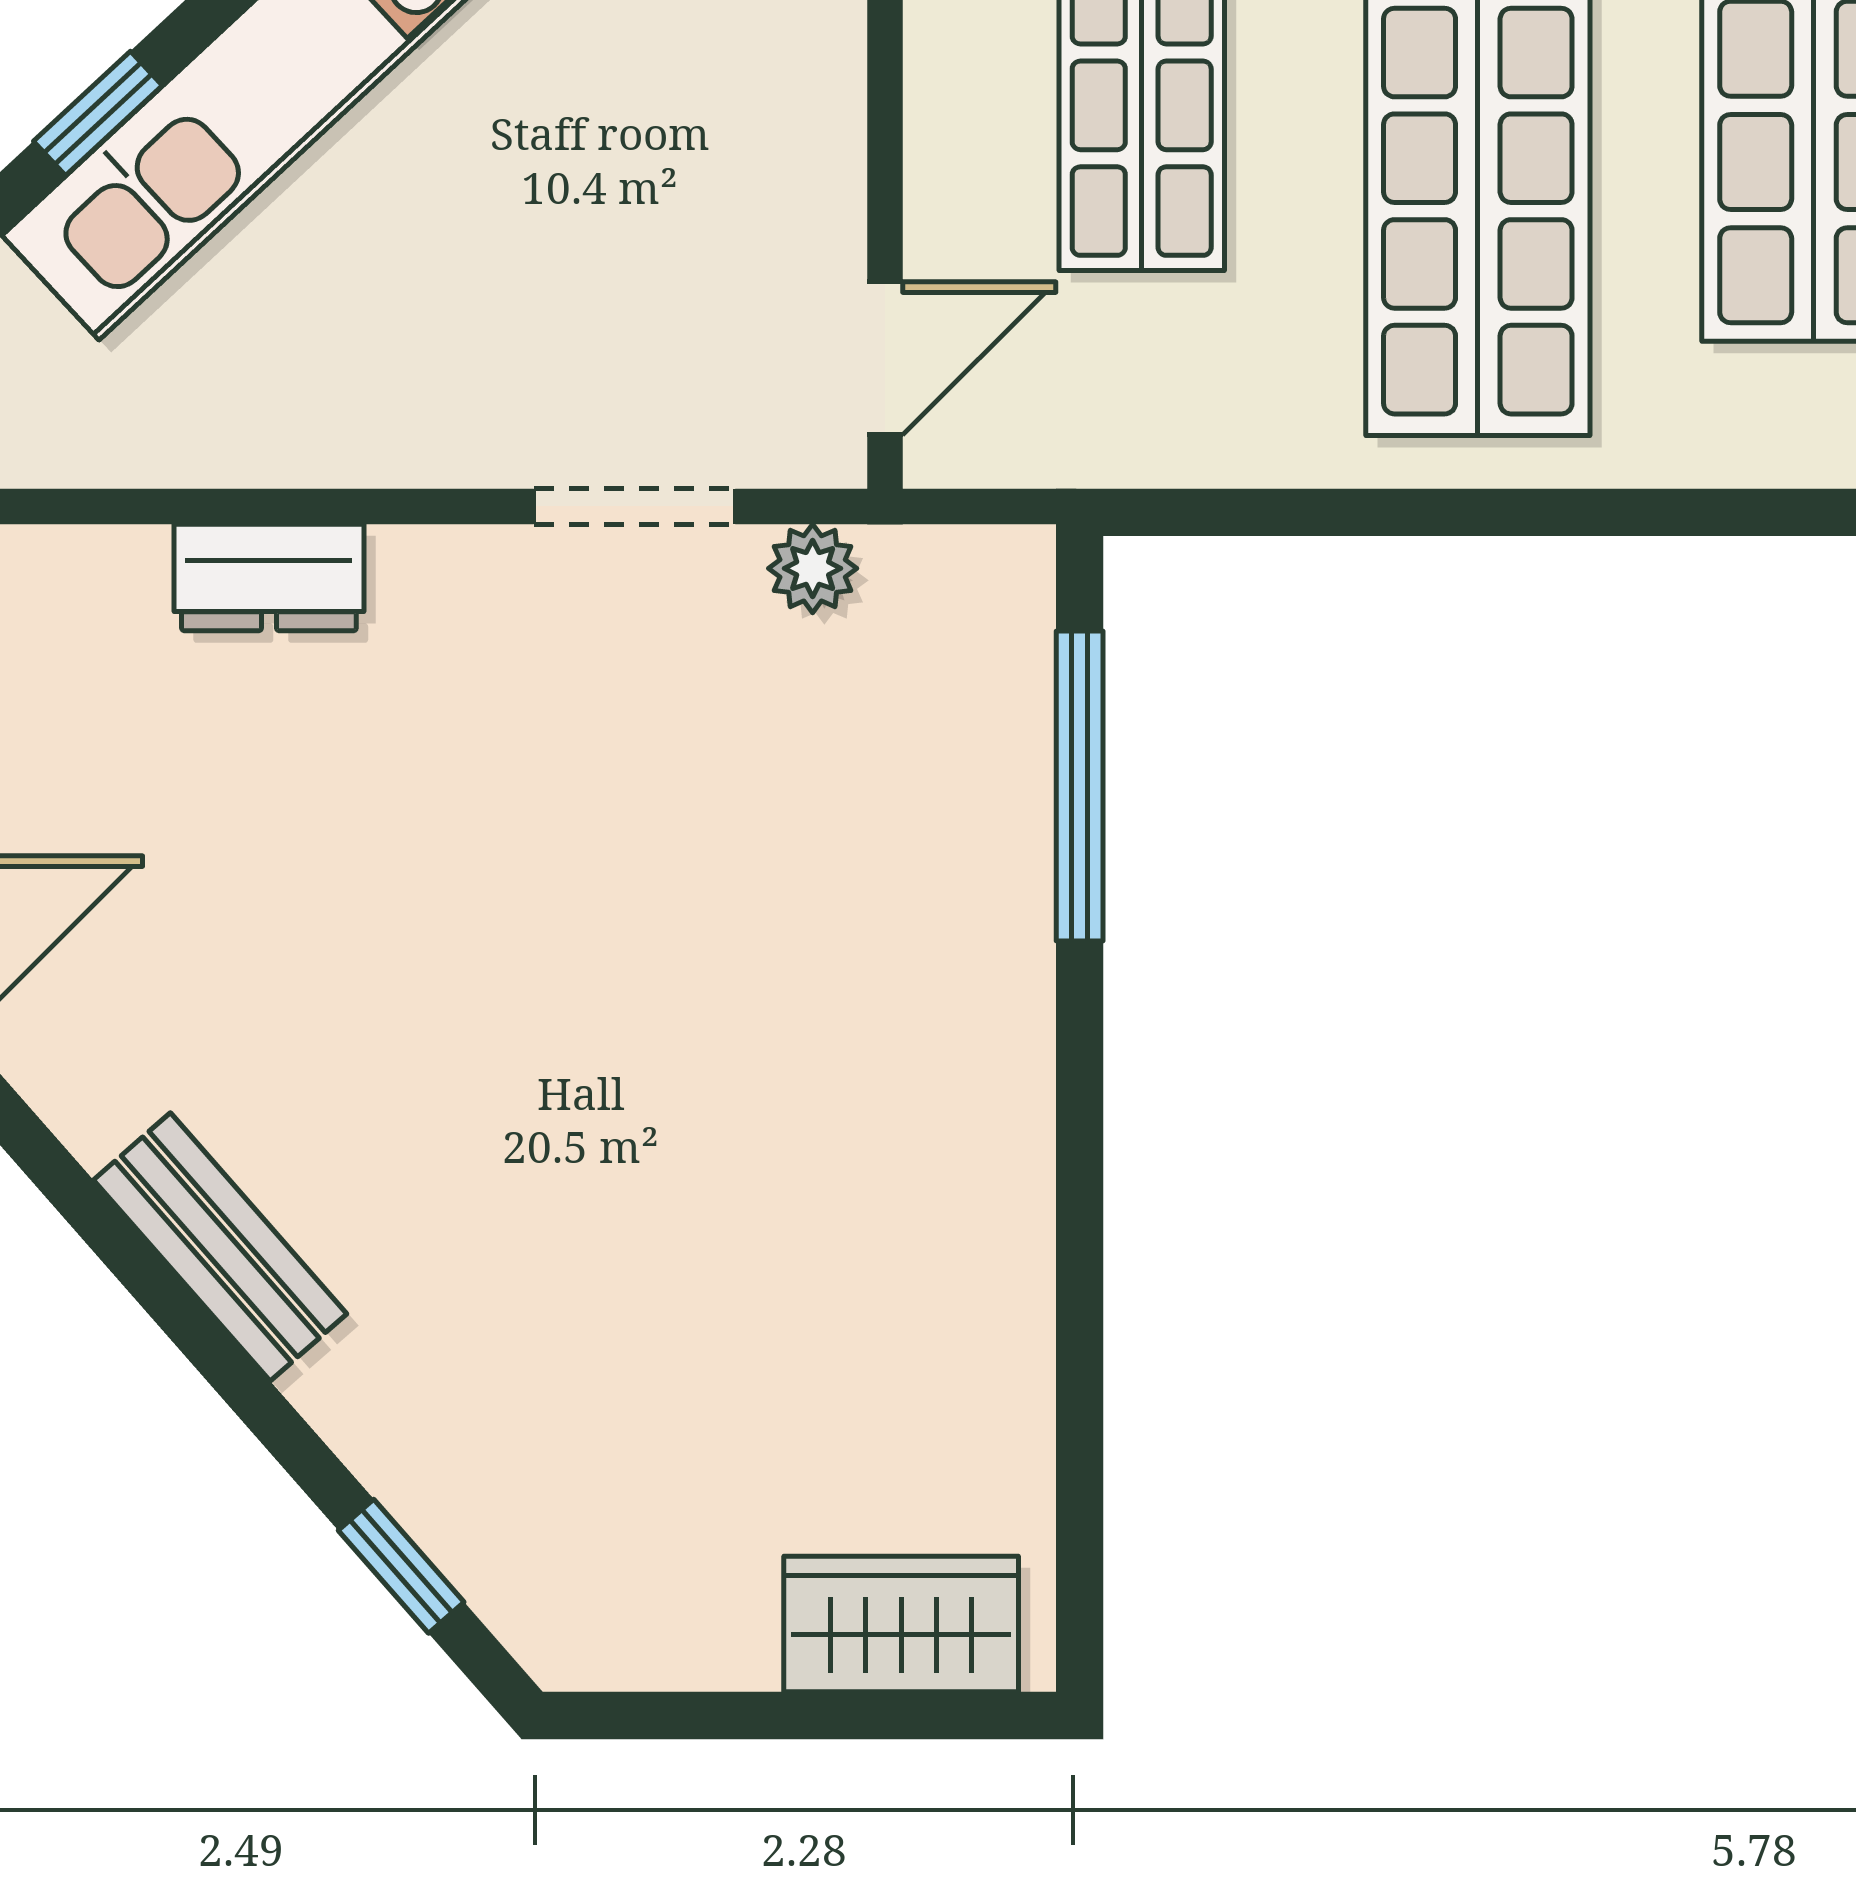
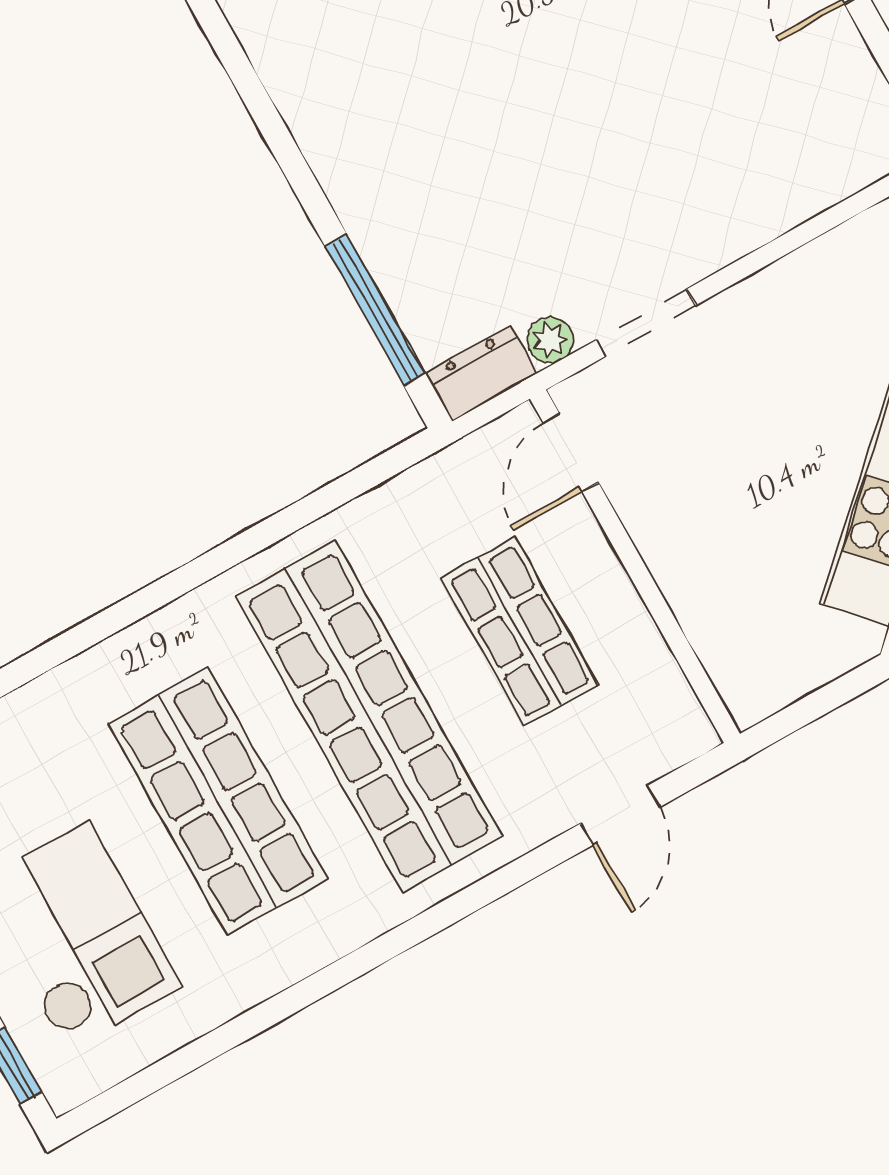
dresser: (269, 578) -> (481, 374), moved

